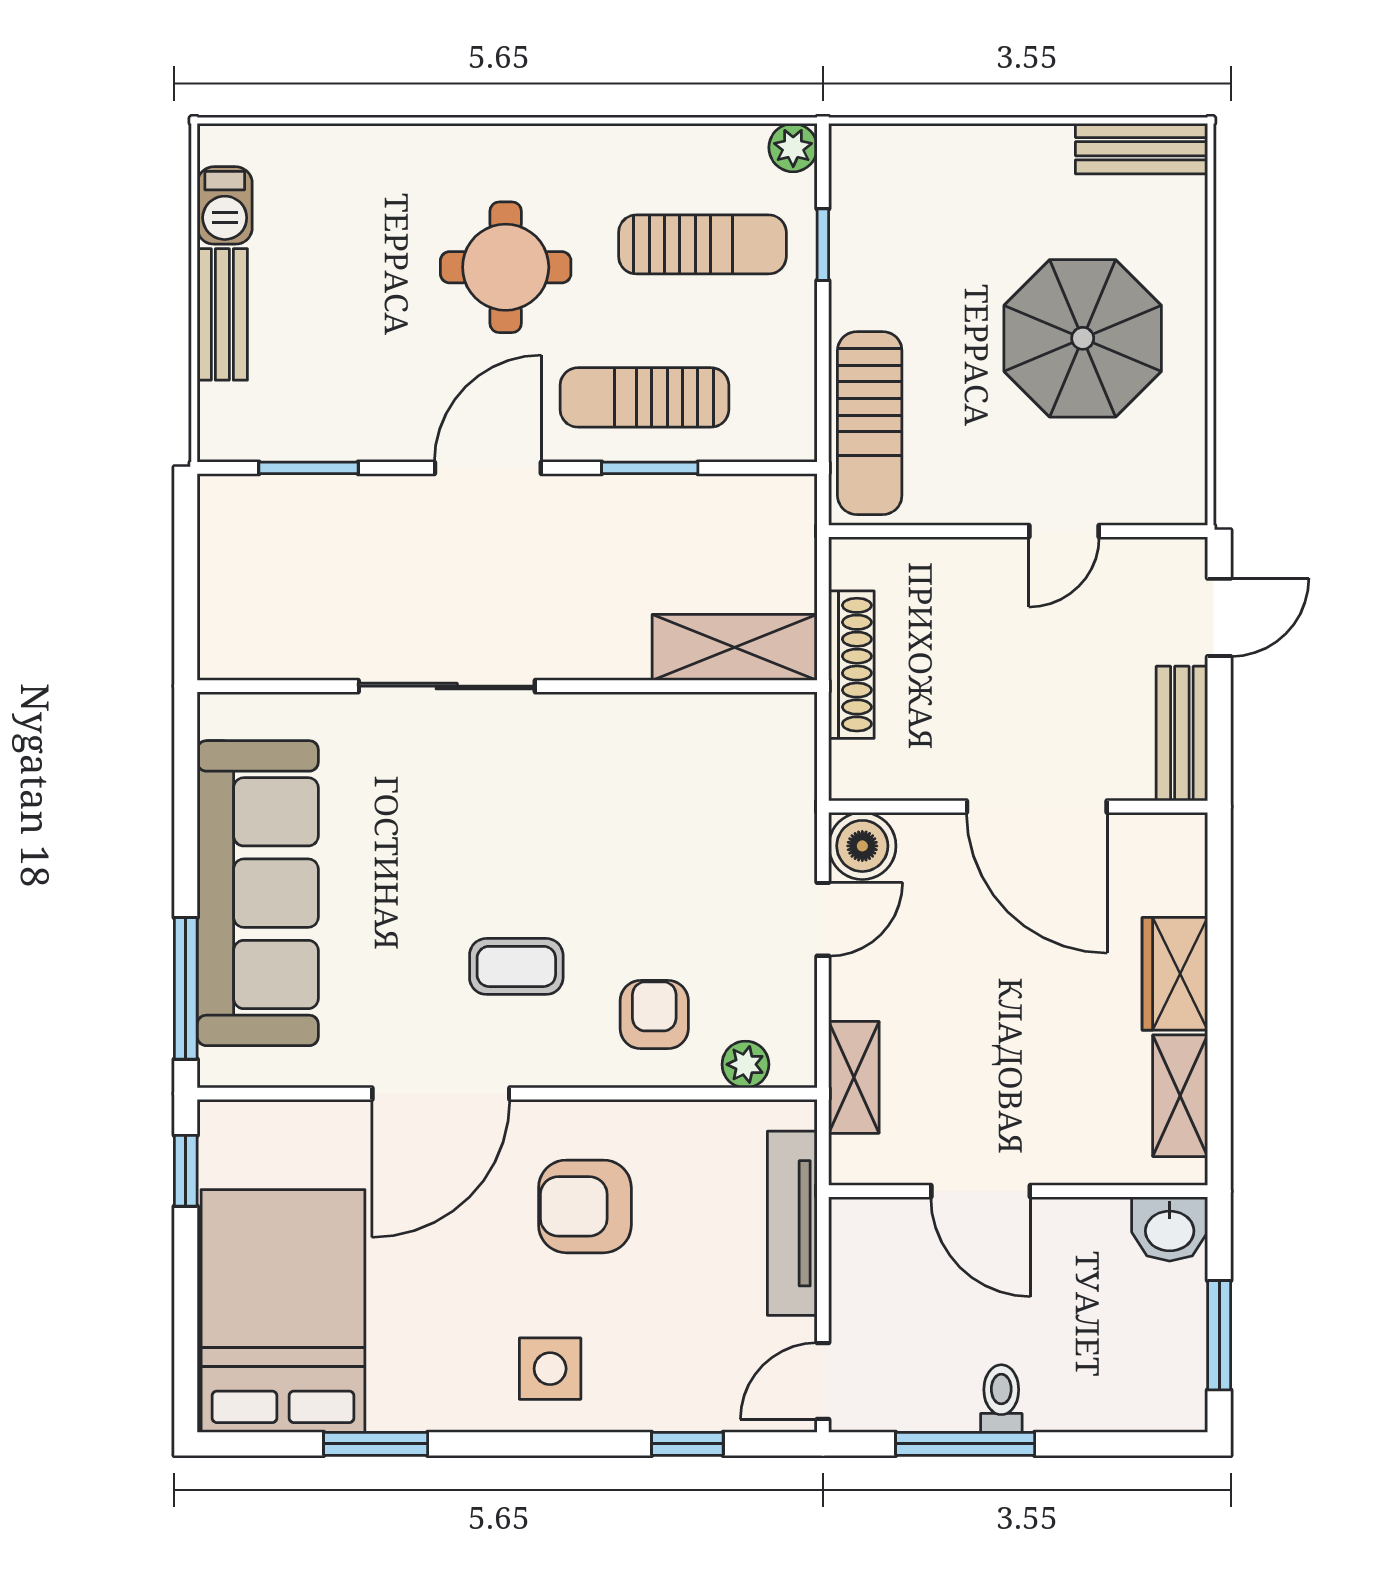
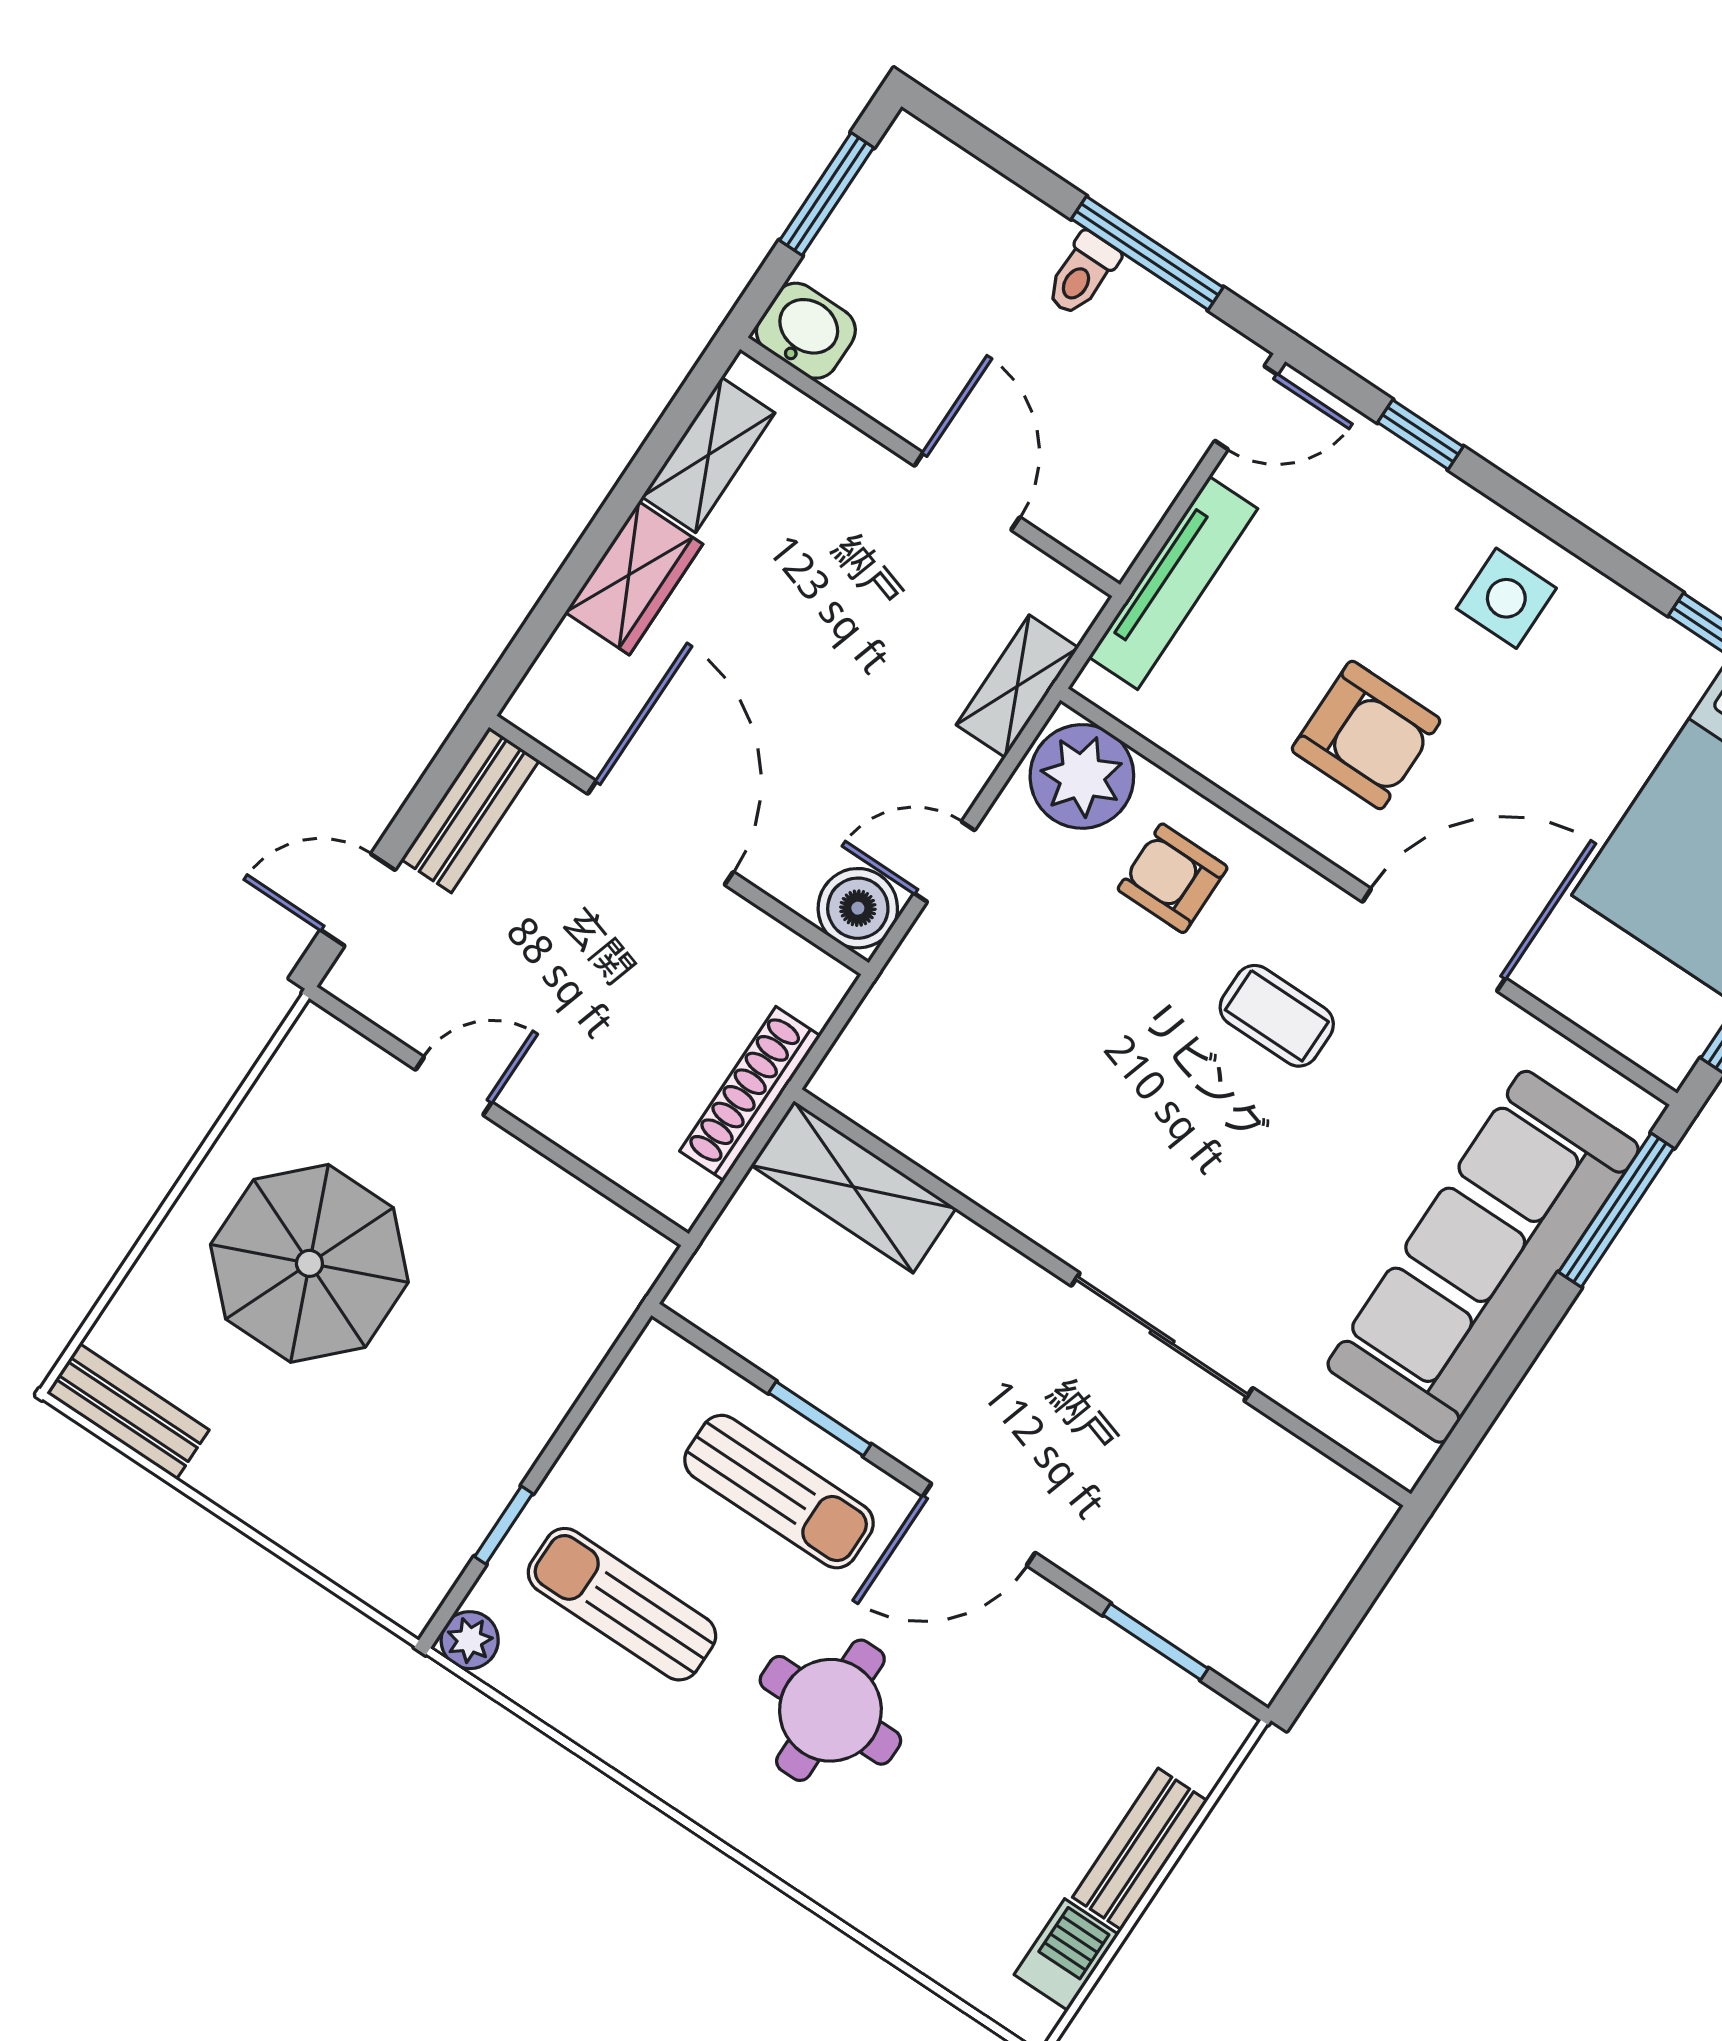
sun lounger: (870, 423) -> (574, 1319), removed
armchair: (654, 1015) -> (1173, 878), turned 90
plant: (745, 1064) -> (1082, 776), width x1.88, depth x1.88

